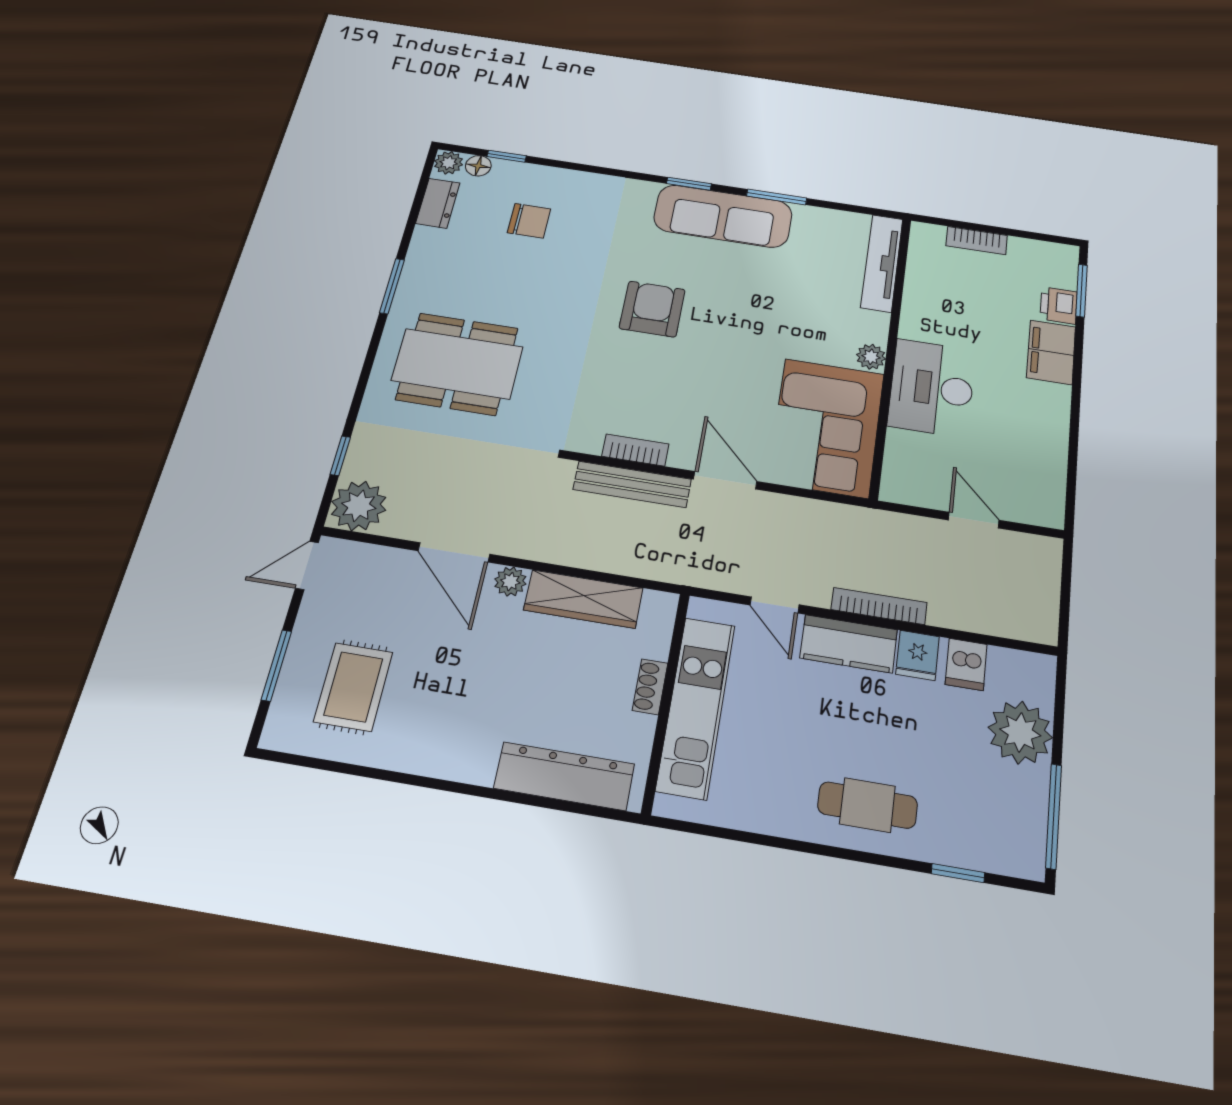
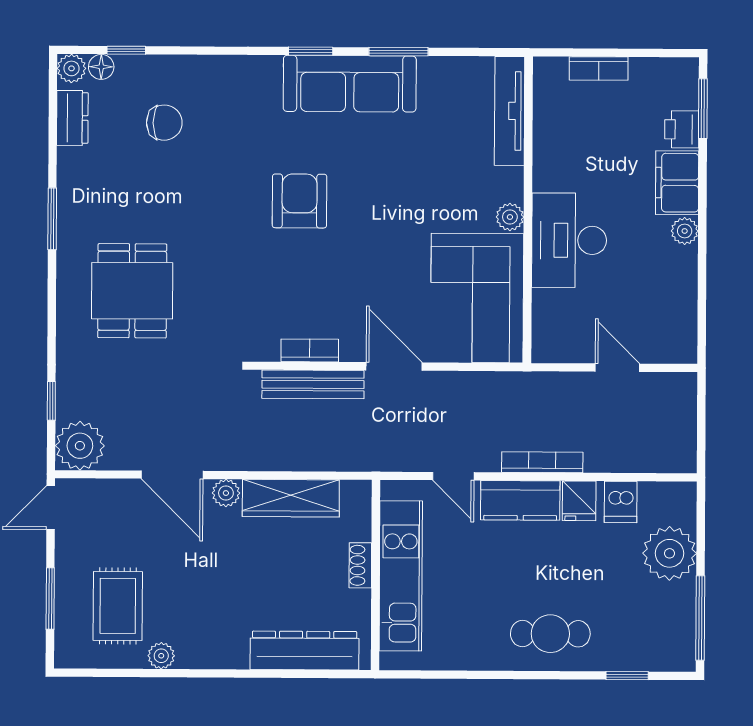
dining table: (457, 364) -> (132, 291), width x0.73
plant: (1057, 398) -> (685, 231), added
plant: (390, 754) -> (161, 656), added

